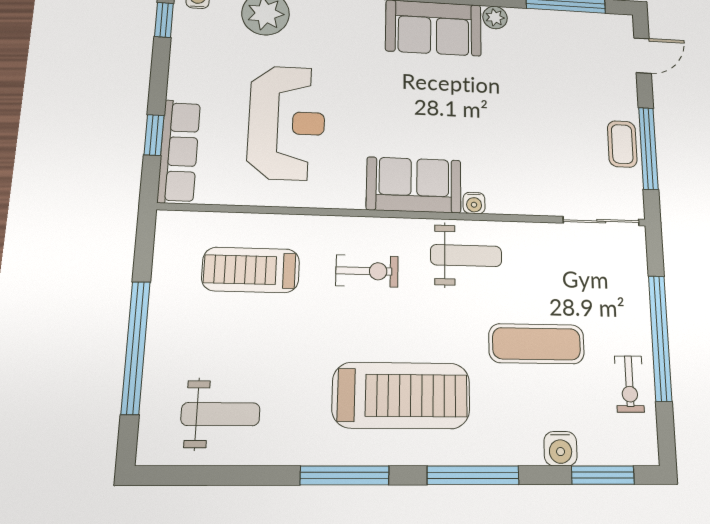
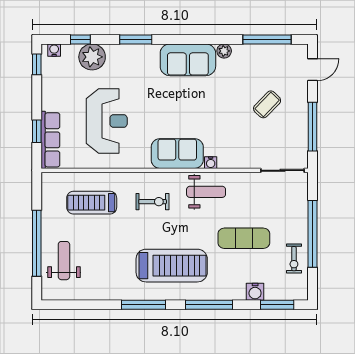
coffee table: (622, 144) -> (267, 104), moved, turned 44
weight bench: (221, 414) -> (64, 261), moved, turned -90

